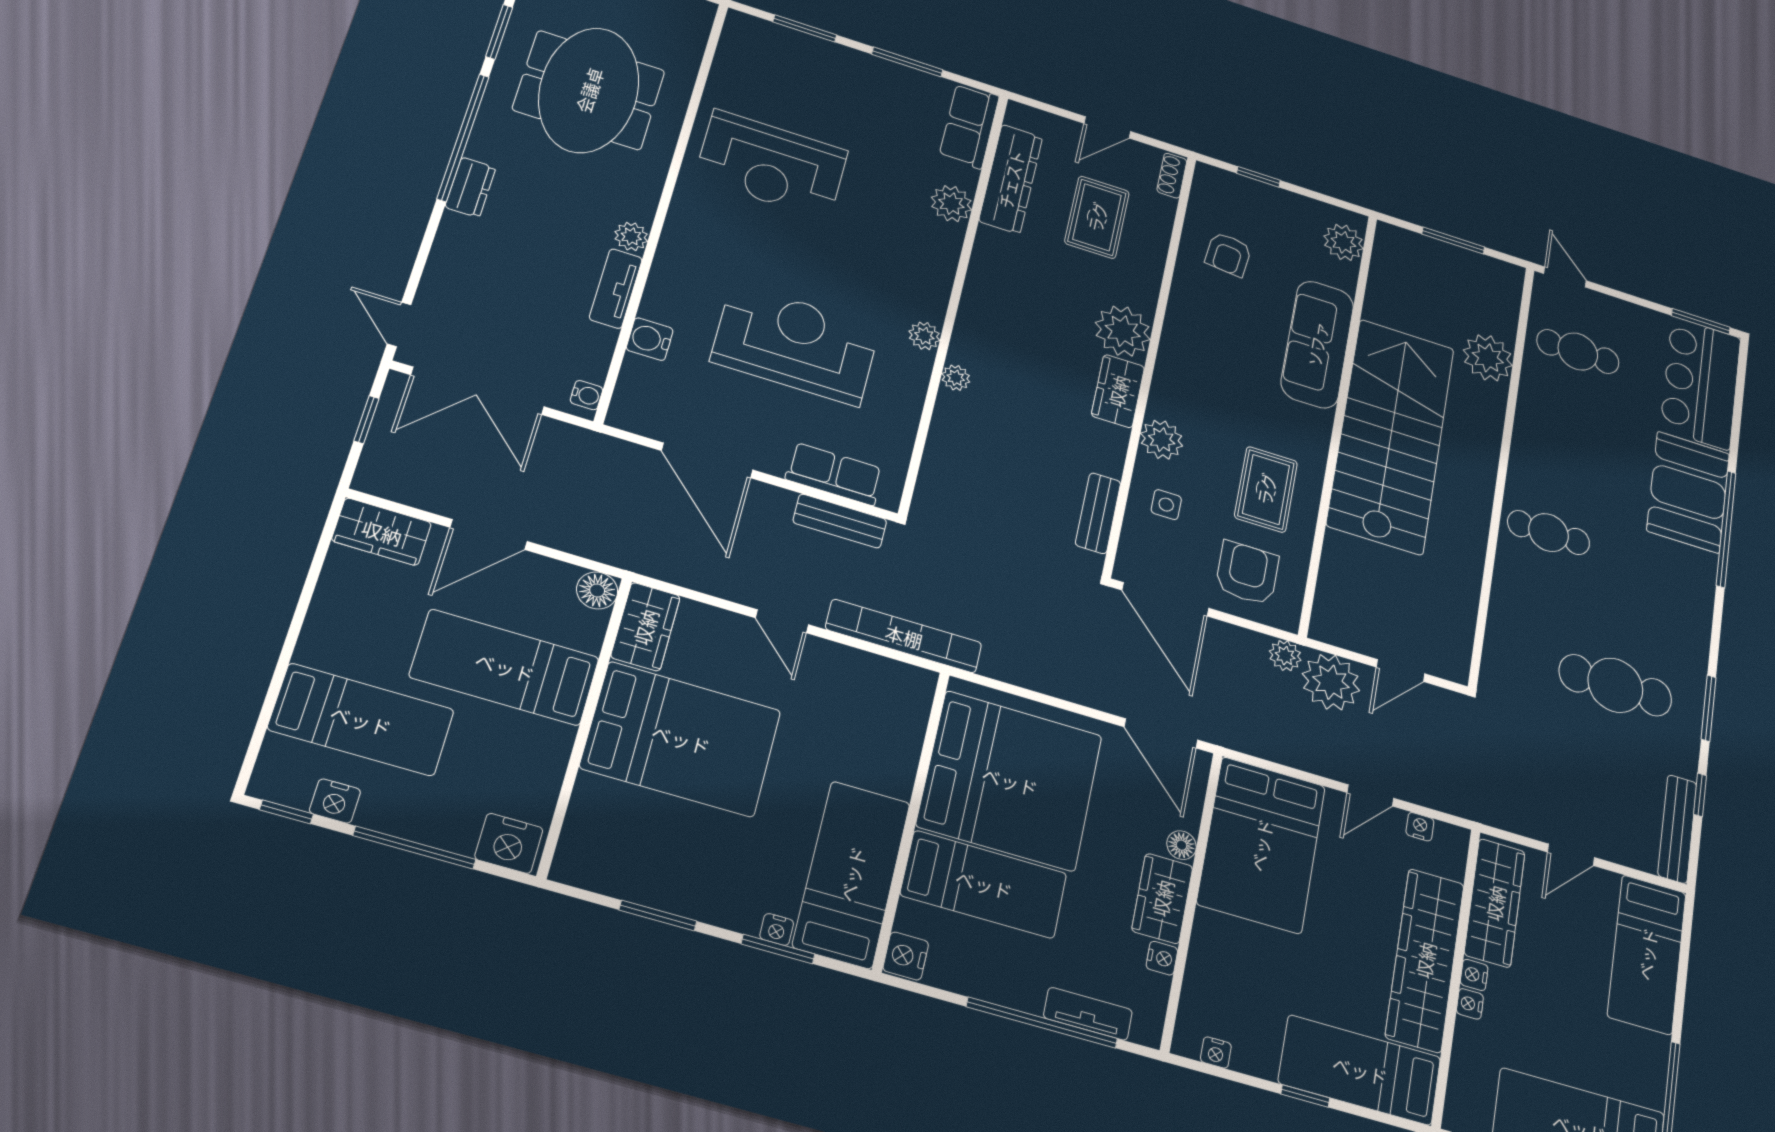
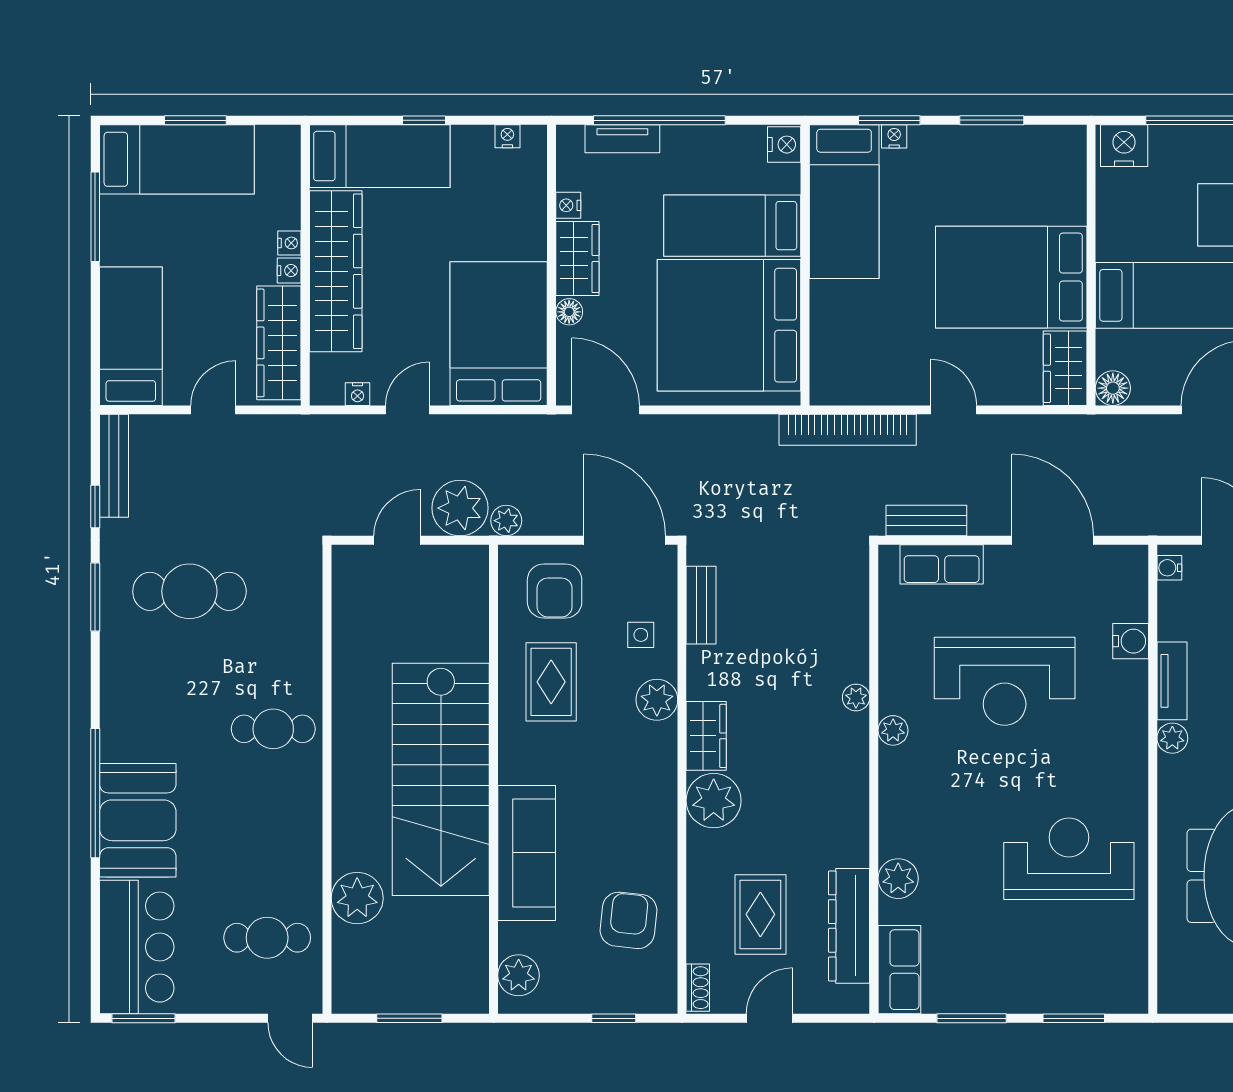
armchair: (1228, 254) -> (629, 920), width x1.38, depth x1.38

